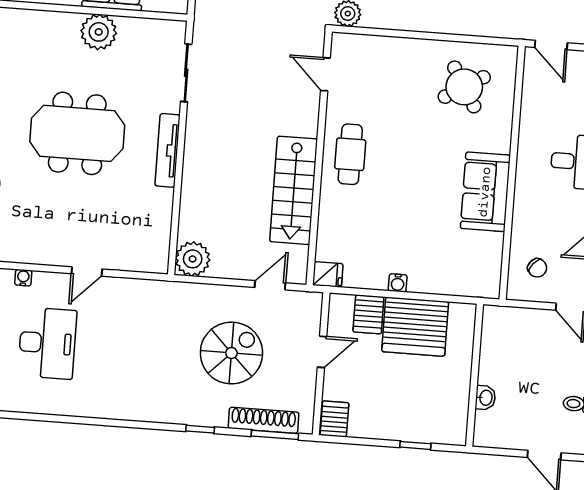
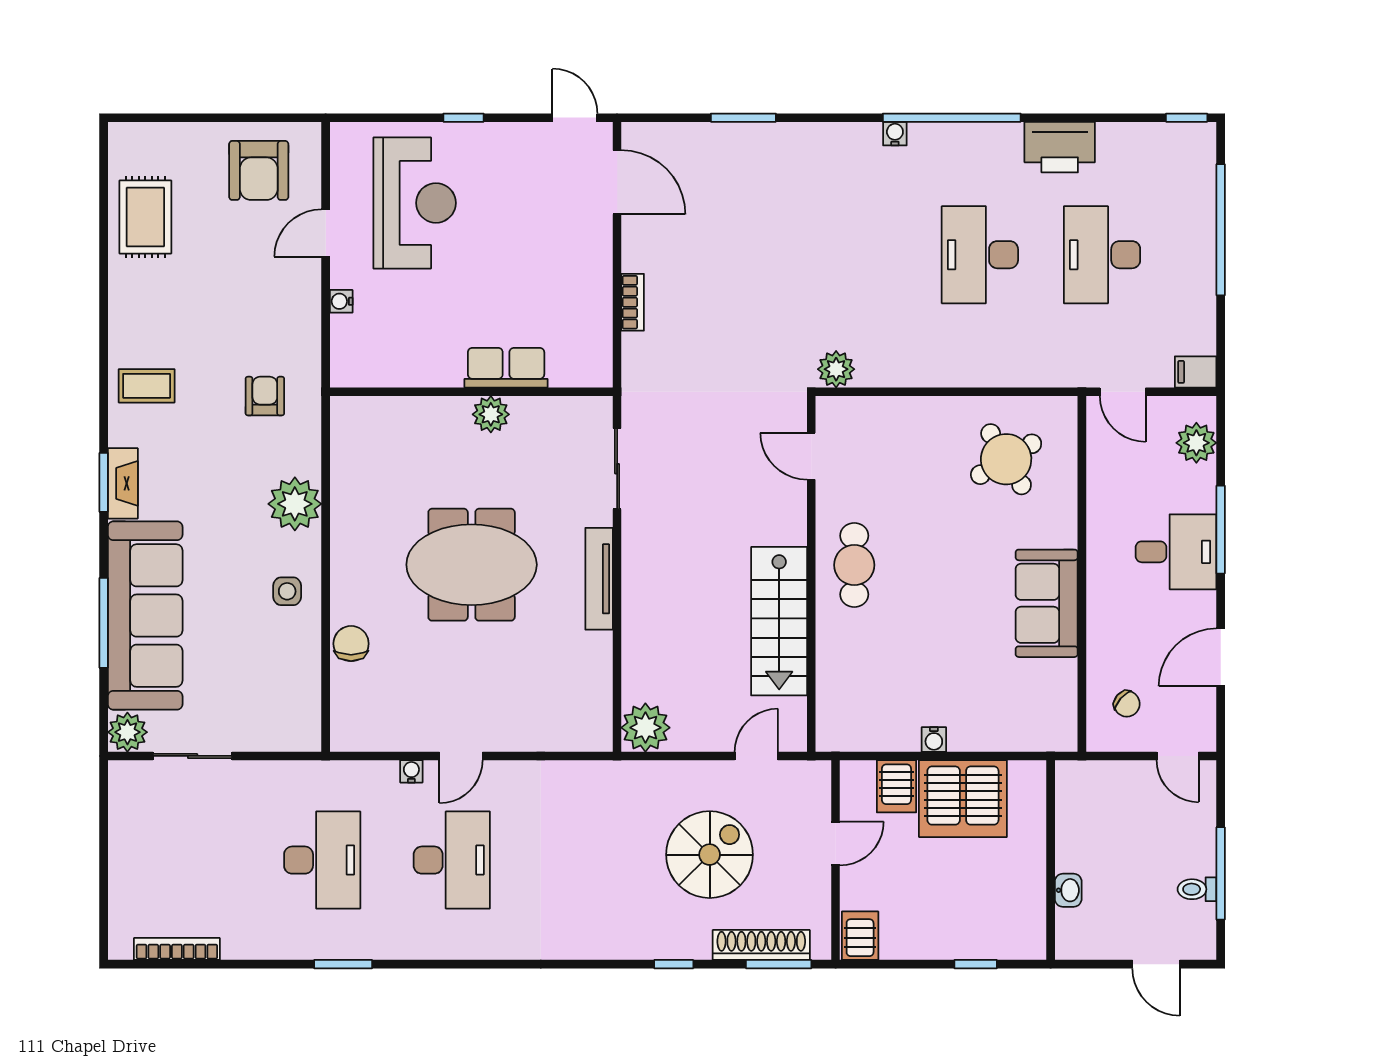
plant: (99, 32) -> (491, 414), width x0.73, depth x0.73
door: (87, 271) -> (461, 756), moved
fridge: (328, 274) -> (836, 735), removed

